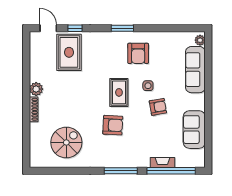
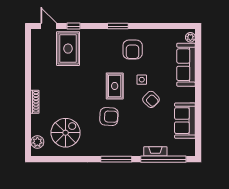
plant: (36, 89) -> (37, 142), moved
armchair: (158, 107) -> (151, 99), turned 54

